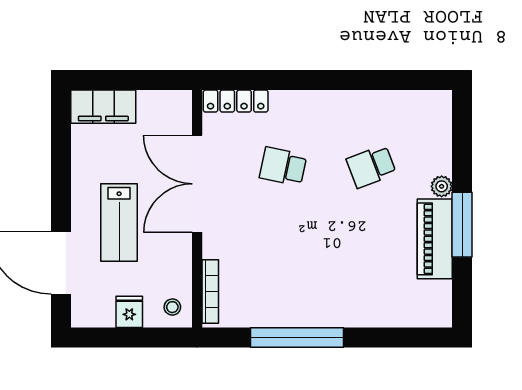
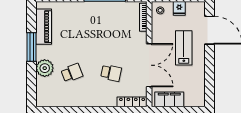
filing cabinet: (103, 107) -> (169, 99), moved
plant: (442, 186) -> (45, 68), width x1.88, depth x1.88
piano: (435, 239) -> (44, 27), moved

